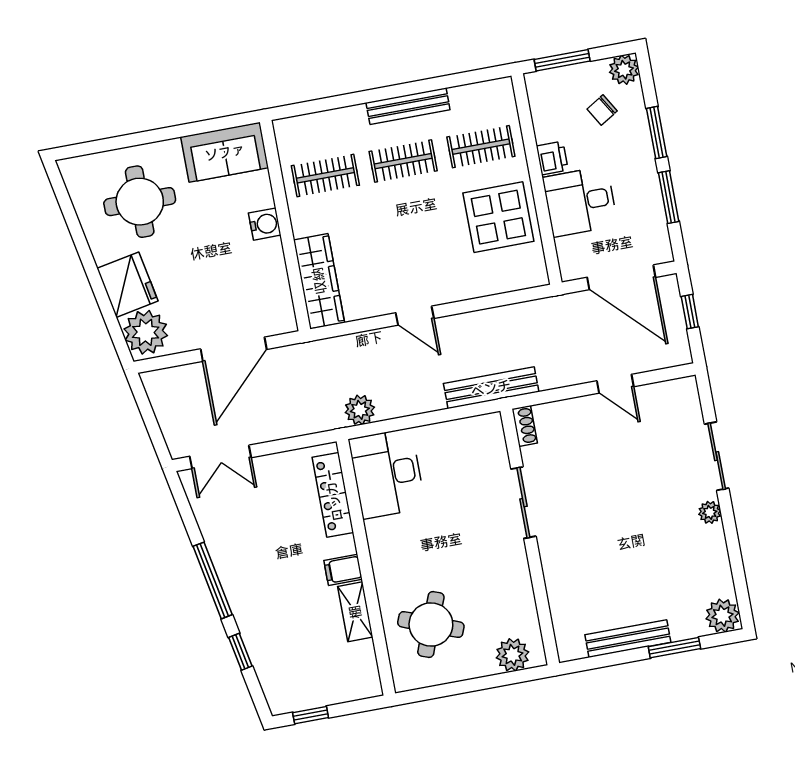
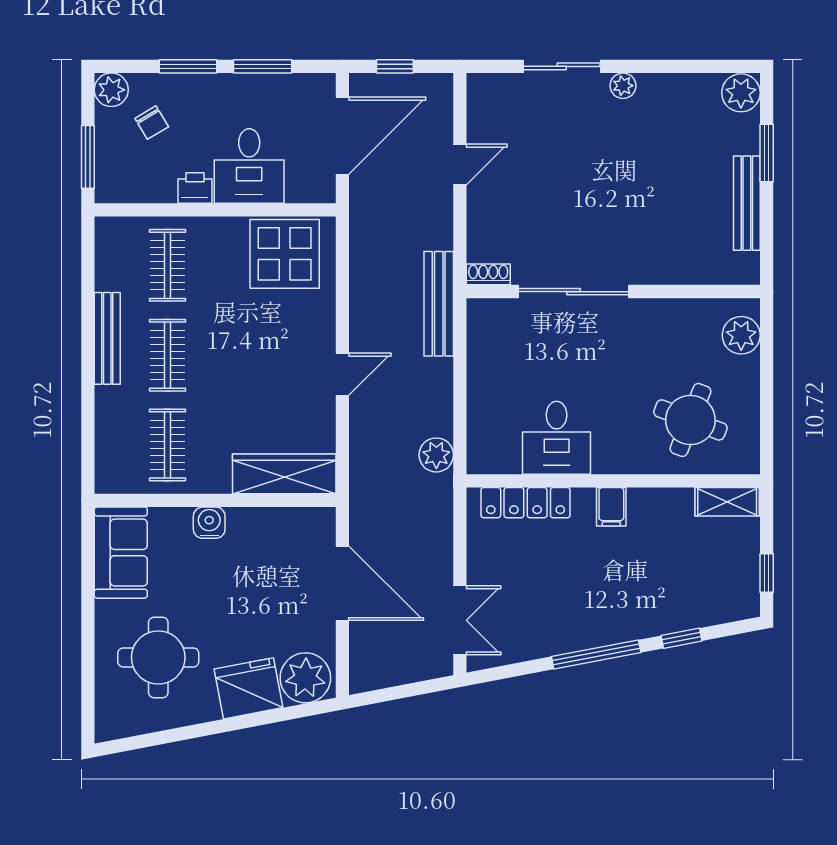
display table: (498, 217) -> (285, 254), moved
desk: (387, 474) -> (557, 438), moved, width x0.73
sliding door: (523, 503) -> (574, 292), width x1.37
shelving: (355, 612) -> (727, 502), moved

